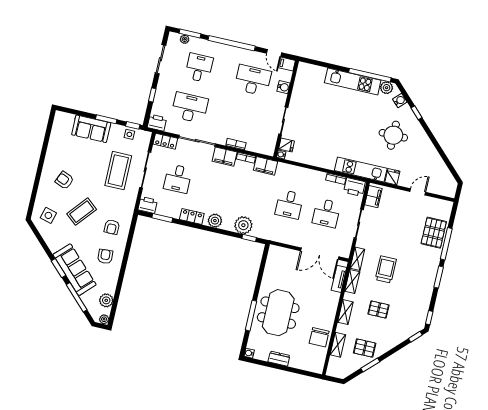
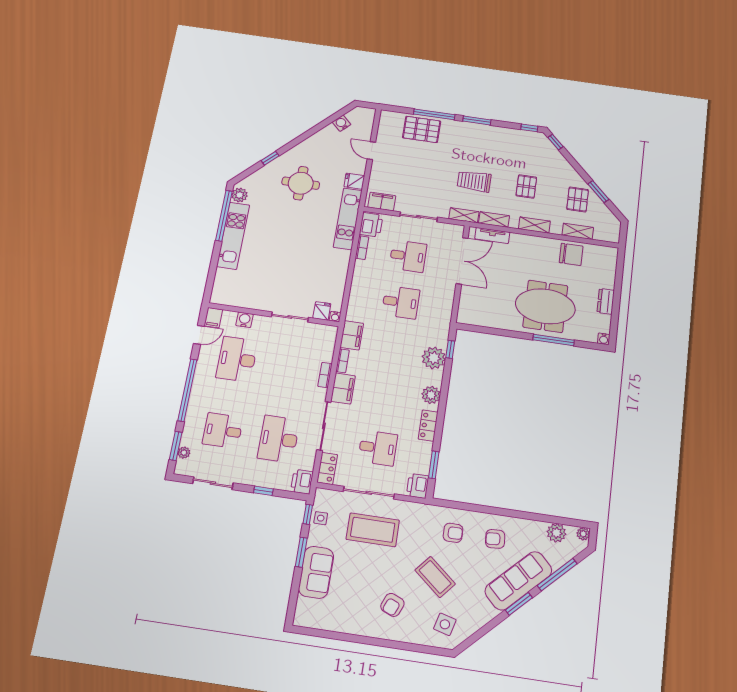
water cooler: (400, 101) -> (342, 123), moved

